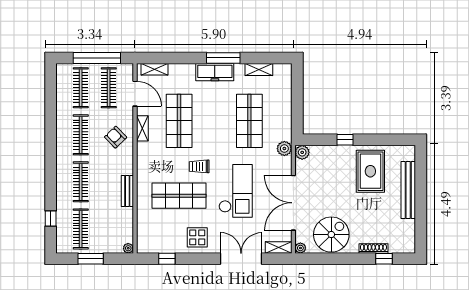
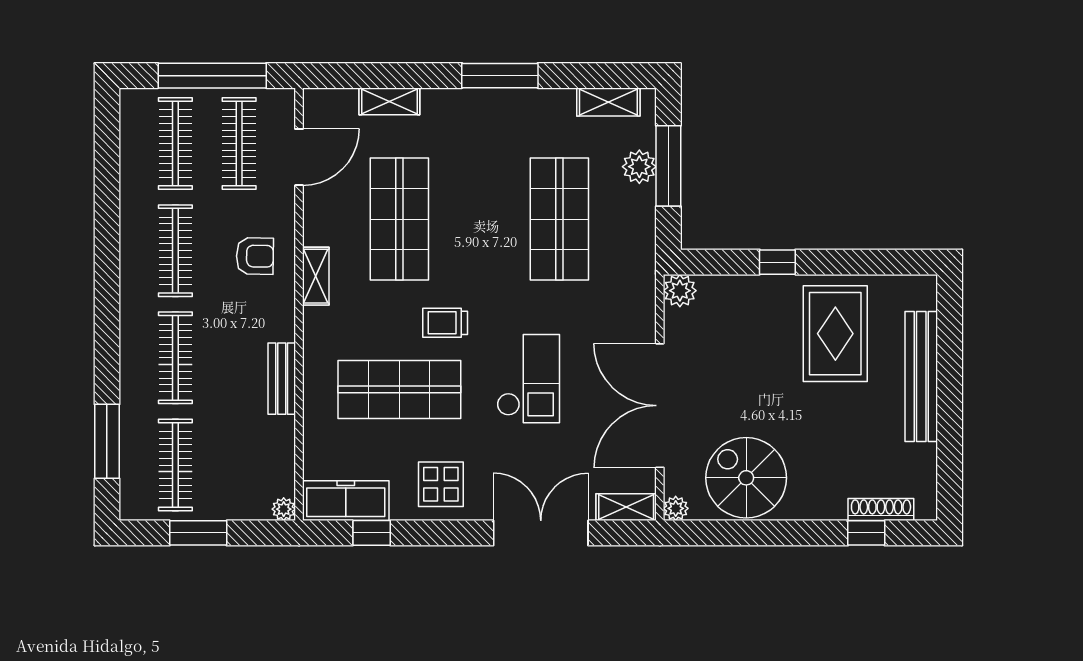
shelving: (155, 69) -> (389, 101), moved
shelving: (259, 69) -> (608, 102), moved
freezer: (215, 72) -> (346, 501), moved, turned 180
door: (135, 94) -> (299, 157), hinge flipped
window: (297, 98) -> (668, 166), added
shelving: (142, 128) -> (316, 276), moved
armchair: (116, 137) -> (255, 256), turned 135
plant: (284, 149) -> (639, 167), moved
checkout: (236, 191) -> (528, 379), width x0.73, depth x0.83
window: (51, 218) -> (107, 441), width x2.17
spiral stairs: (331, 235) -> (746, 478), turned -90
shoe rack: (373, 248) -> (881, 510), moved

